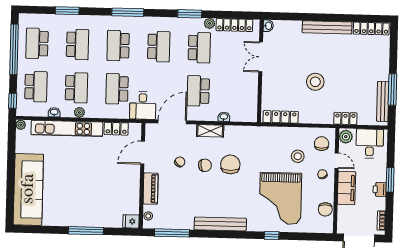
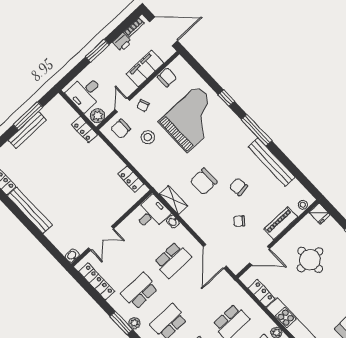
plant: (210, 23) -> (134, 323), moved
stool: (315, 82) -> (79, 179), removed
bench: (383, 102) -> (27, 130), moved
desk: (143, 105) -> (152, 213), moved
locker: (281, 117) -> (131, 179), width x0.66
door: (172, 122) -> (215, 256), hinge flipped
shelving: (210, 131) -> (173, 200), moved
chair: (205, 165) -> (239, 187), moved
round table: (106, 184) -> (310, 260), added
filing cabinet: (346, 188) -> (145, 69), moved
printer: (380, 189) -> (122, 42), moved
bench: (220, 224) -> (272, 162), moved
window: (172, 233) -> (256, 130), moved

